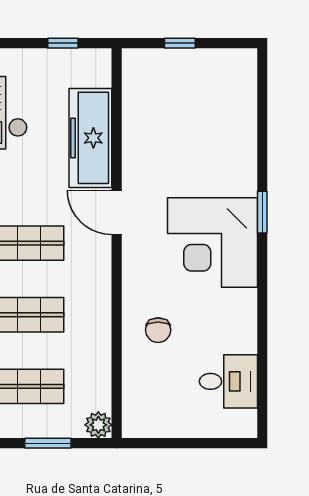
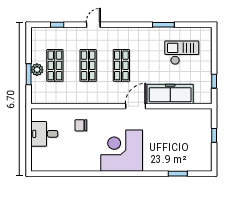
window: (262, 212) -> (178, 174), moved
desk: (228, 381) -> (44, 134), moved, turned 90
plant: (98, 425) -> (37, 70), moved

